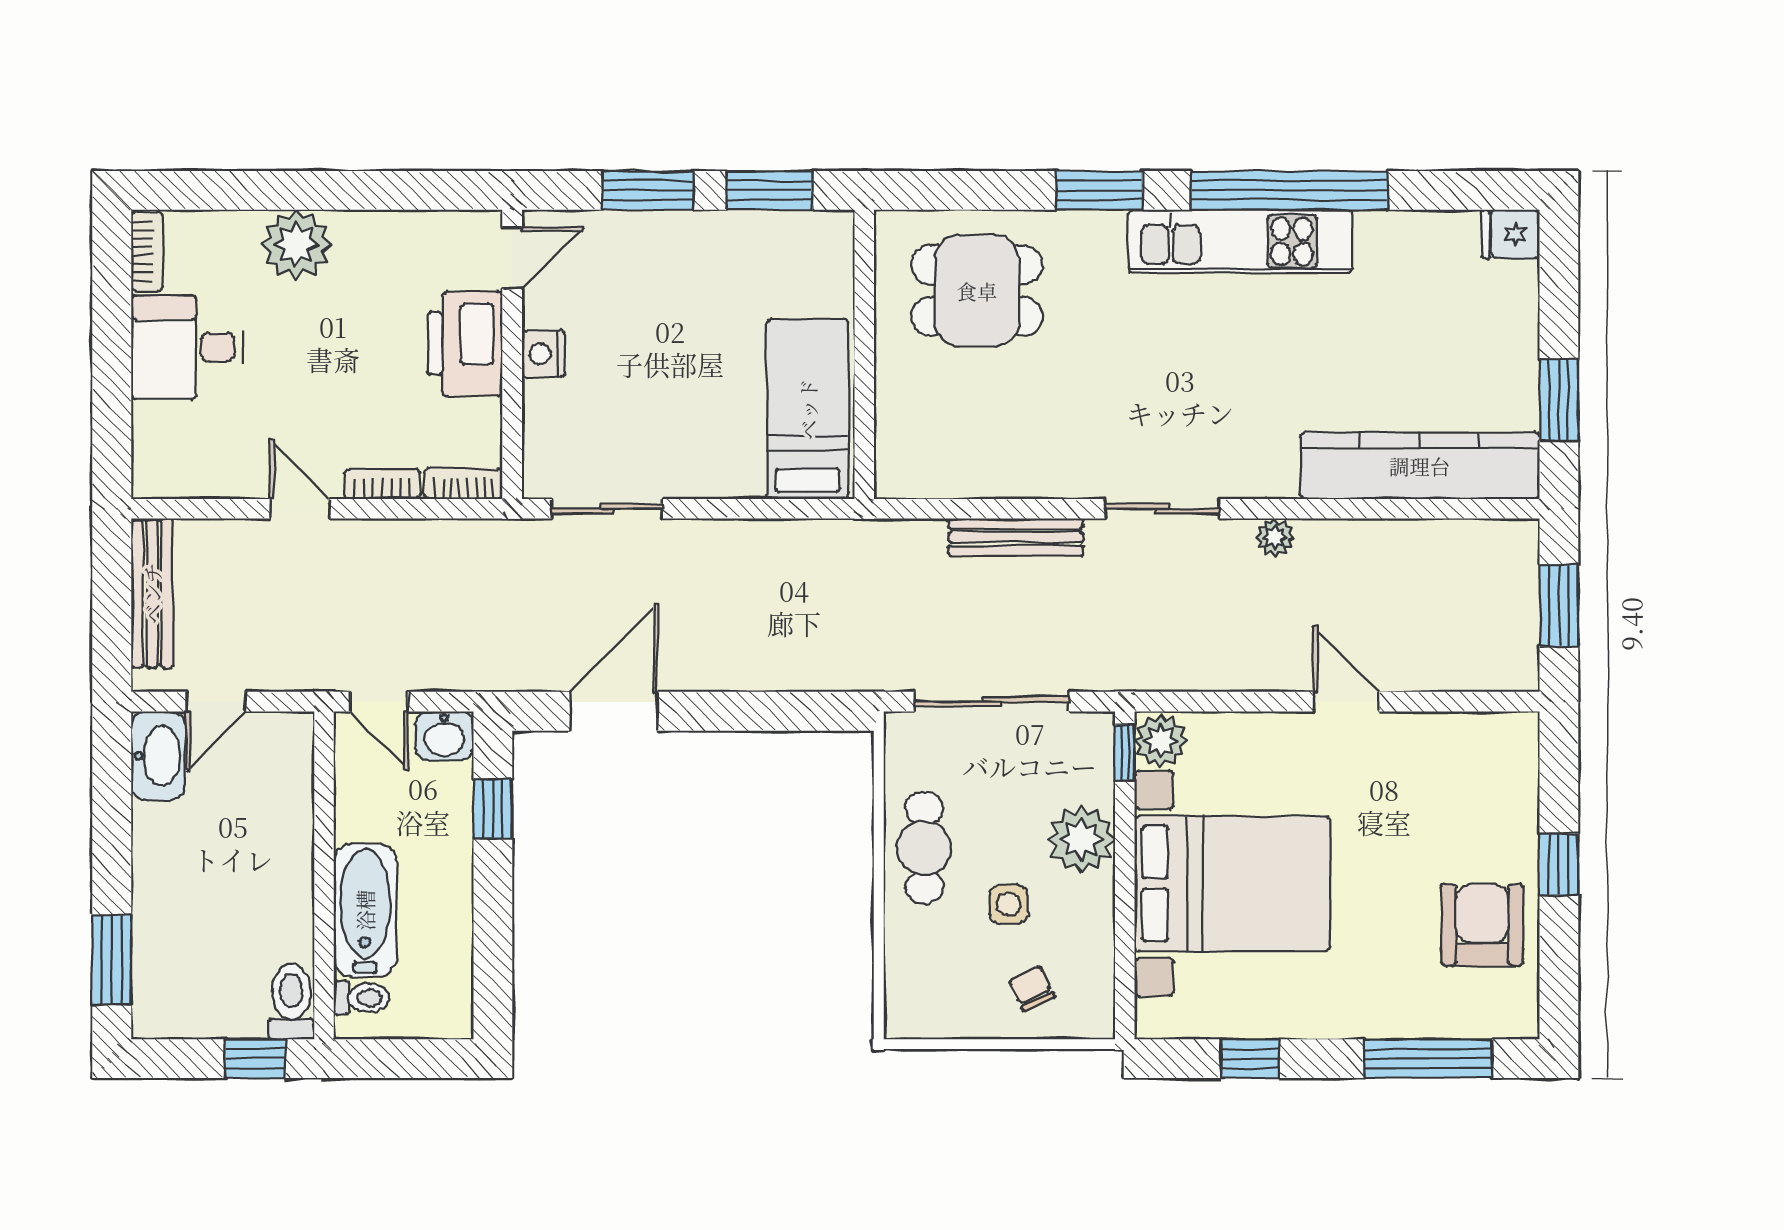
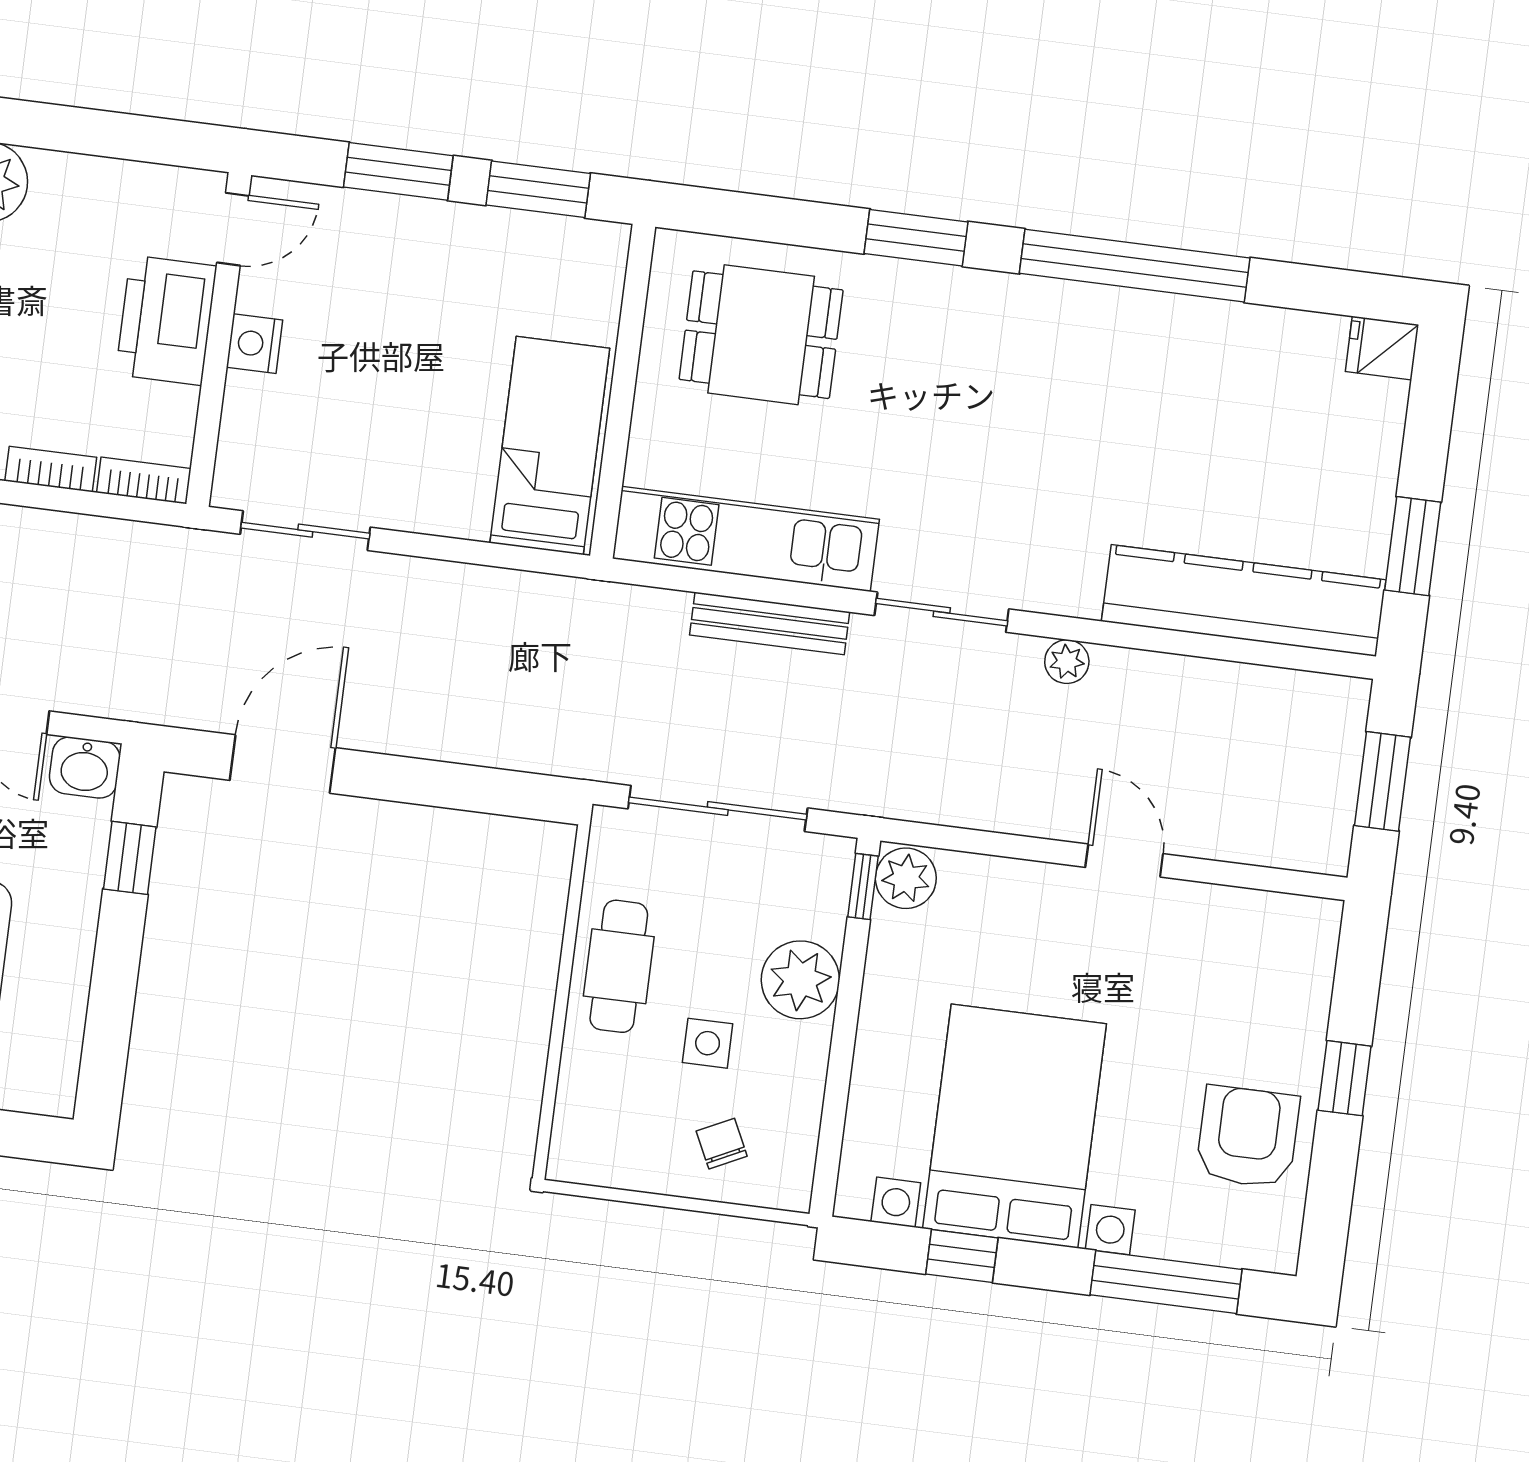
kitchen unit: (1240, 241) -> (746, 539), moved, turned 180
bed with nightstands: (1232, 884) -> (1015, 1126), moved, turned -90

